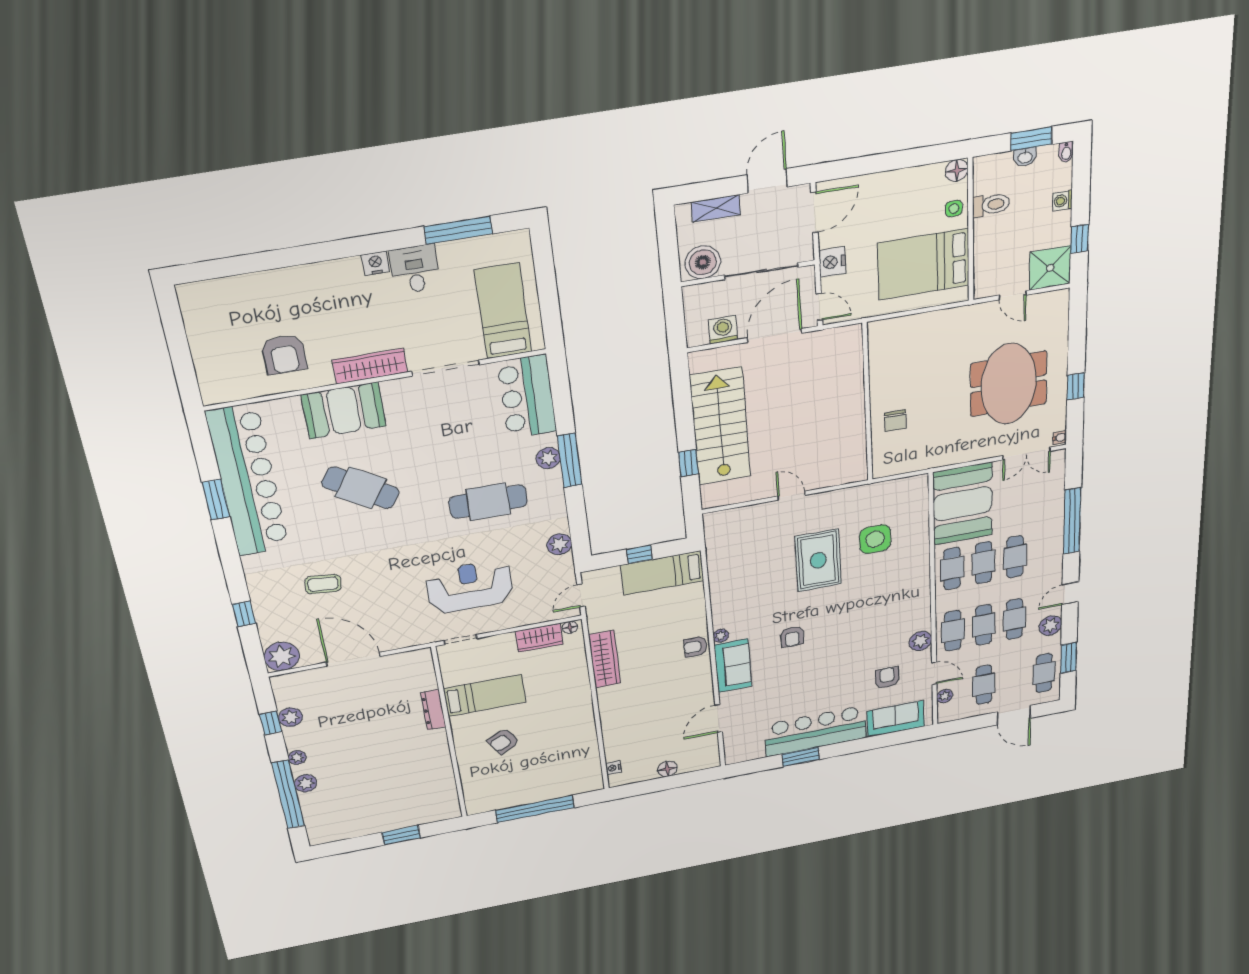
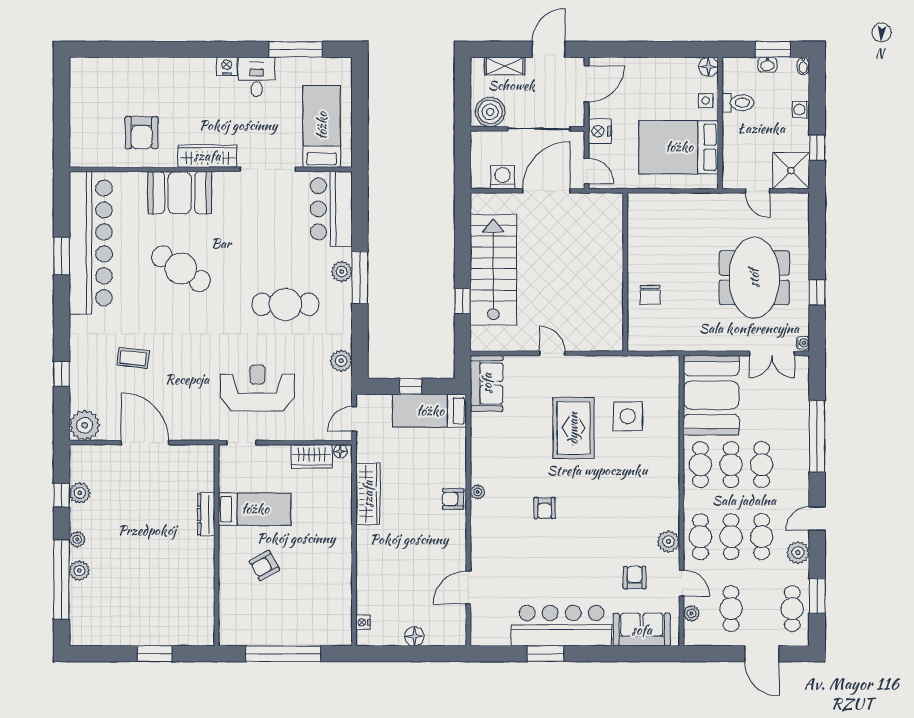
sofa: (733, 666) -> (487, 383), moved

